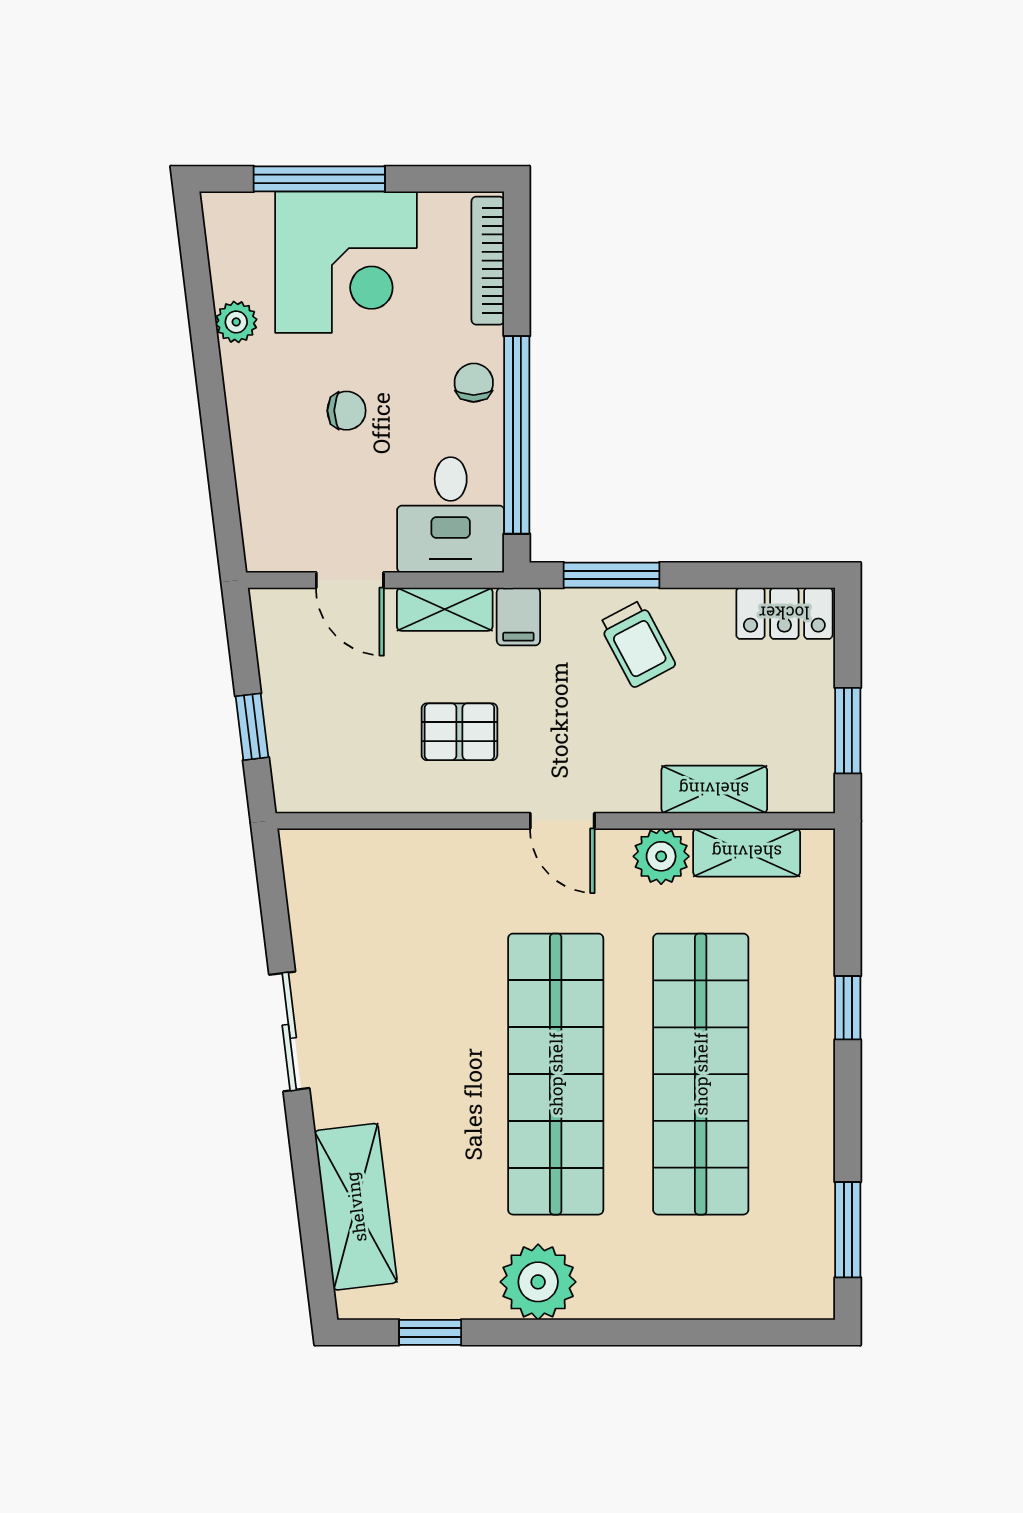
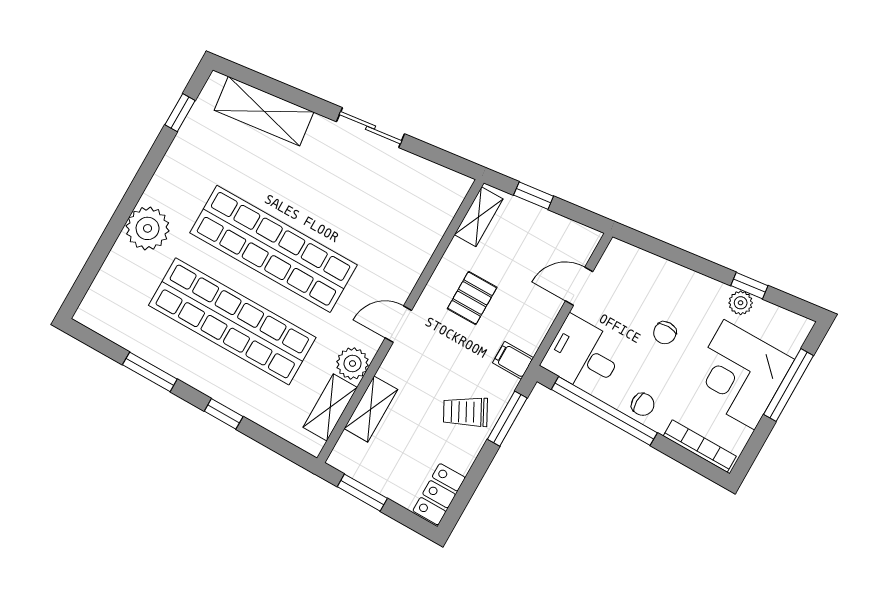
window: (203, 323) -> (749, 286), added
shelving: (445, 609) -> (479, 217), moved
window: (848, 1230) -> (150, 372), moved
plant: (538, 1282) -> (148, 228), moved

